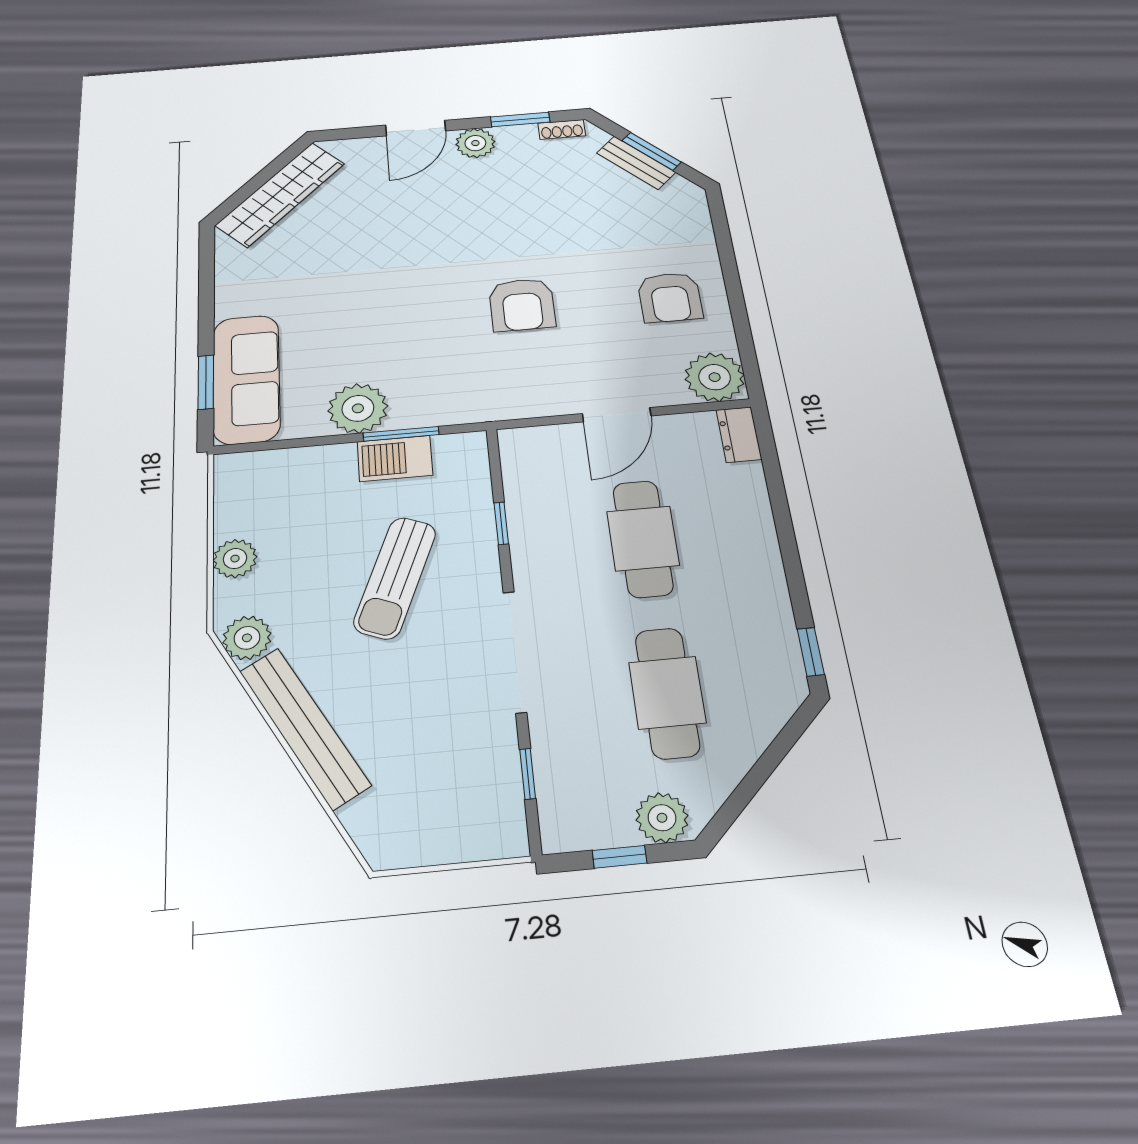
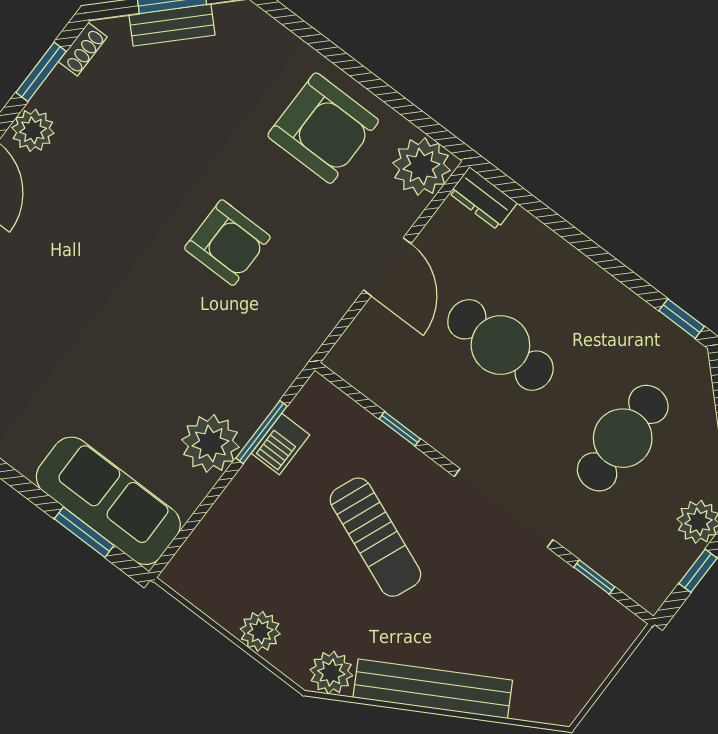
armchair: (670, 297) -> (323, 128), width x1.36, depth x1.36
barbecue: (395, 458) -> (280, 444), width x0.73, depth x0.79
cafe table: (667, 693) -> (623, 438), turned 90

